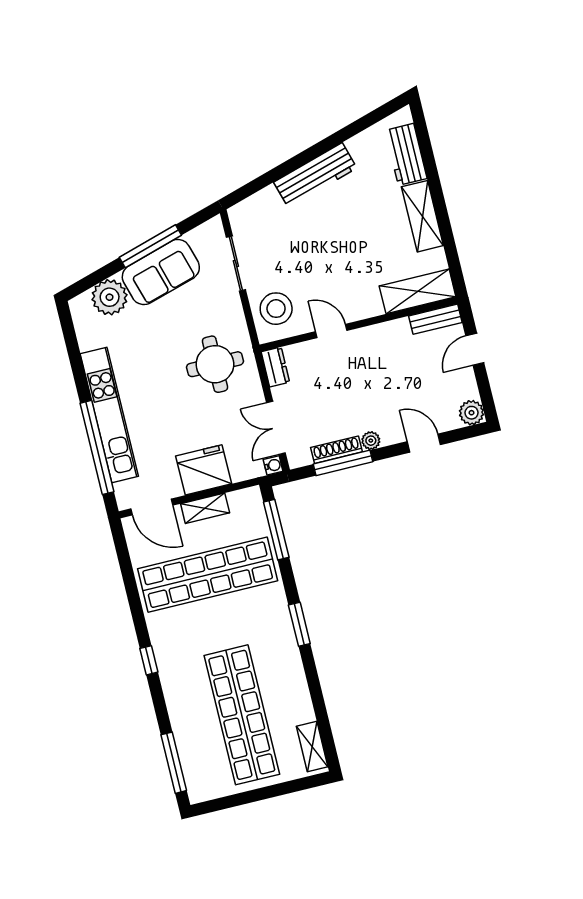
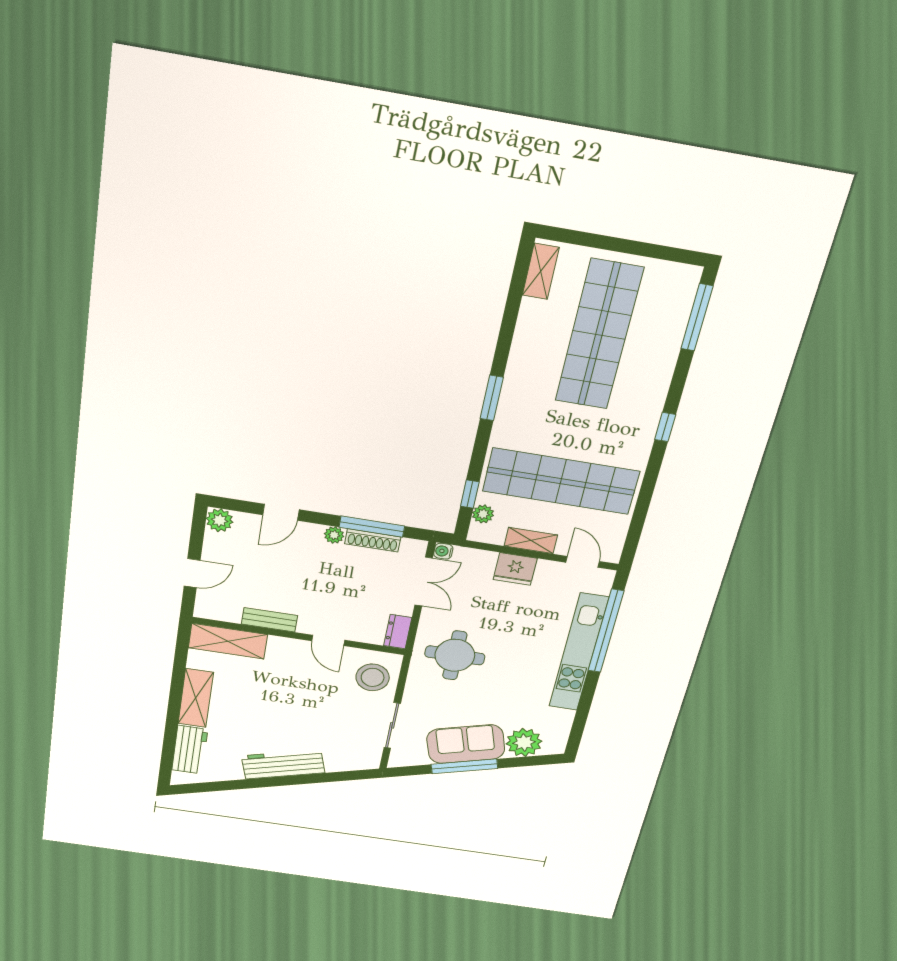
bench: (435, 319) -> (270, 620), moved
door: (424, 443) -> (281, 512), hinge flipped
fridge: (204, 470) -> (515, 569), width x0.73, depth x0.75
door: (152, 507) -> (583, 562), width x0.73
plant: (257, 516) -> (483, 514), added
window: (276, 530) -> (470, 494), width x0.46

